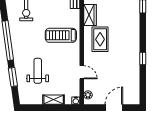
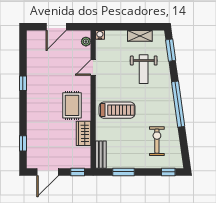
door: (82, 72) -> (93, 68), hinge flipped
window: (13, 77) -> (171, 50), moved
shelving: (54, 100) -> (140, 36), moved

